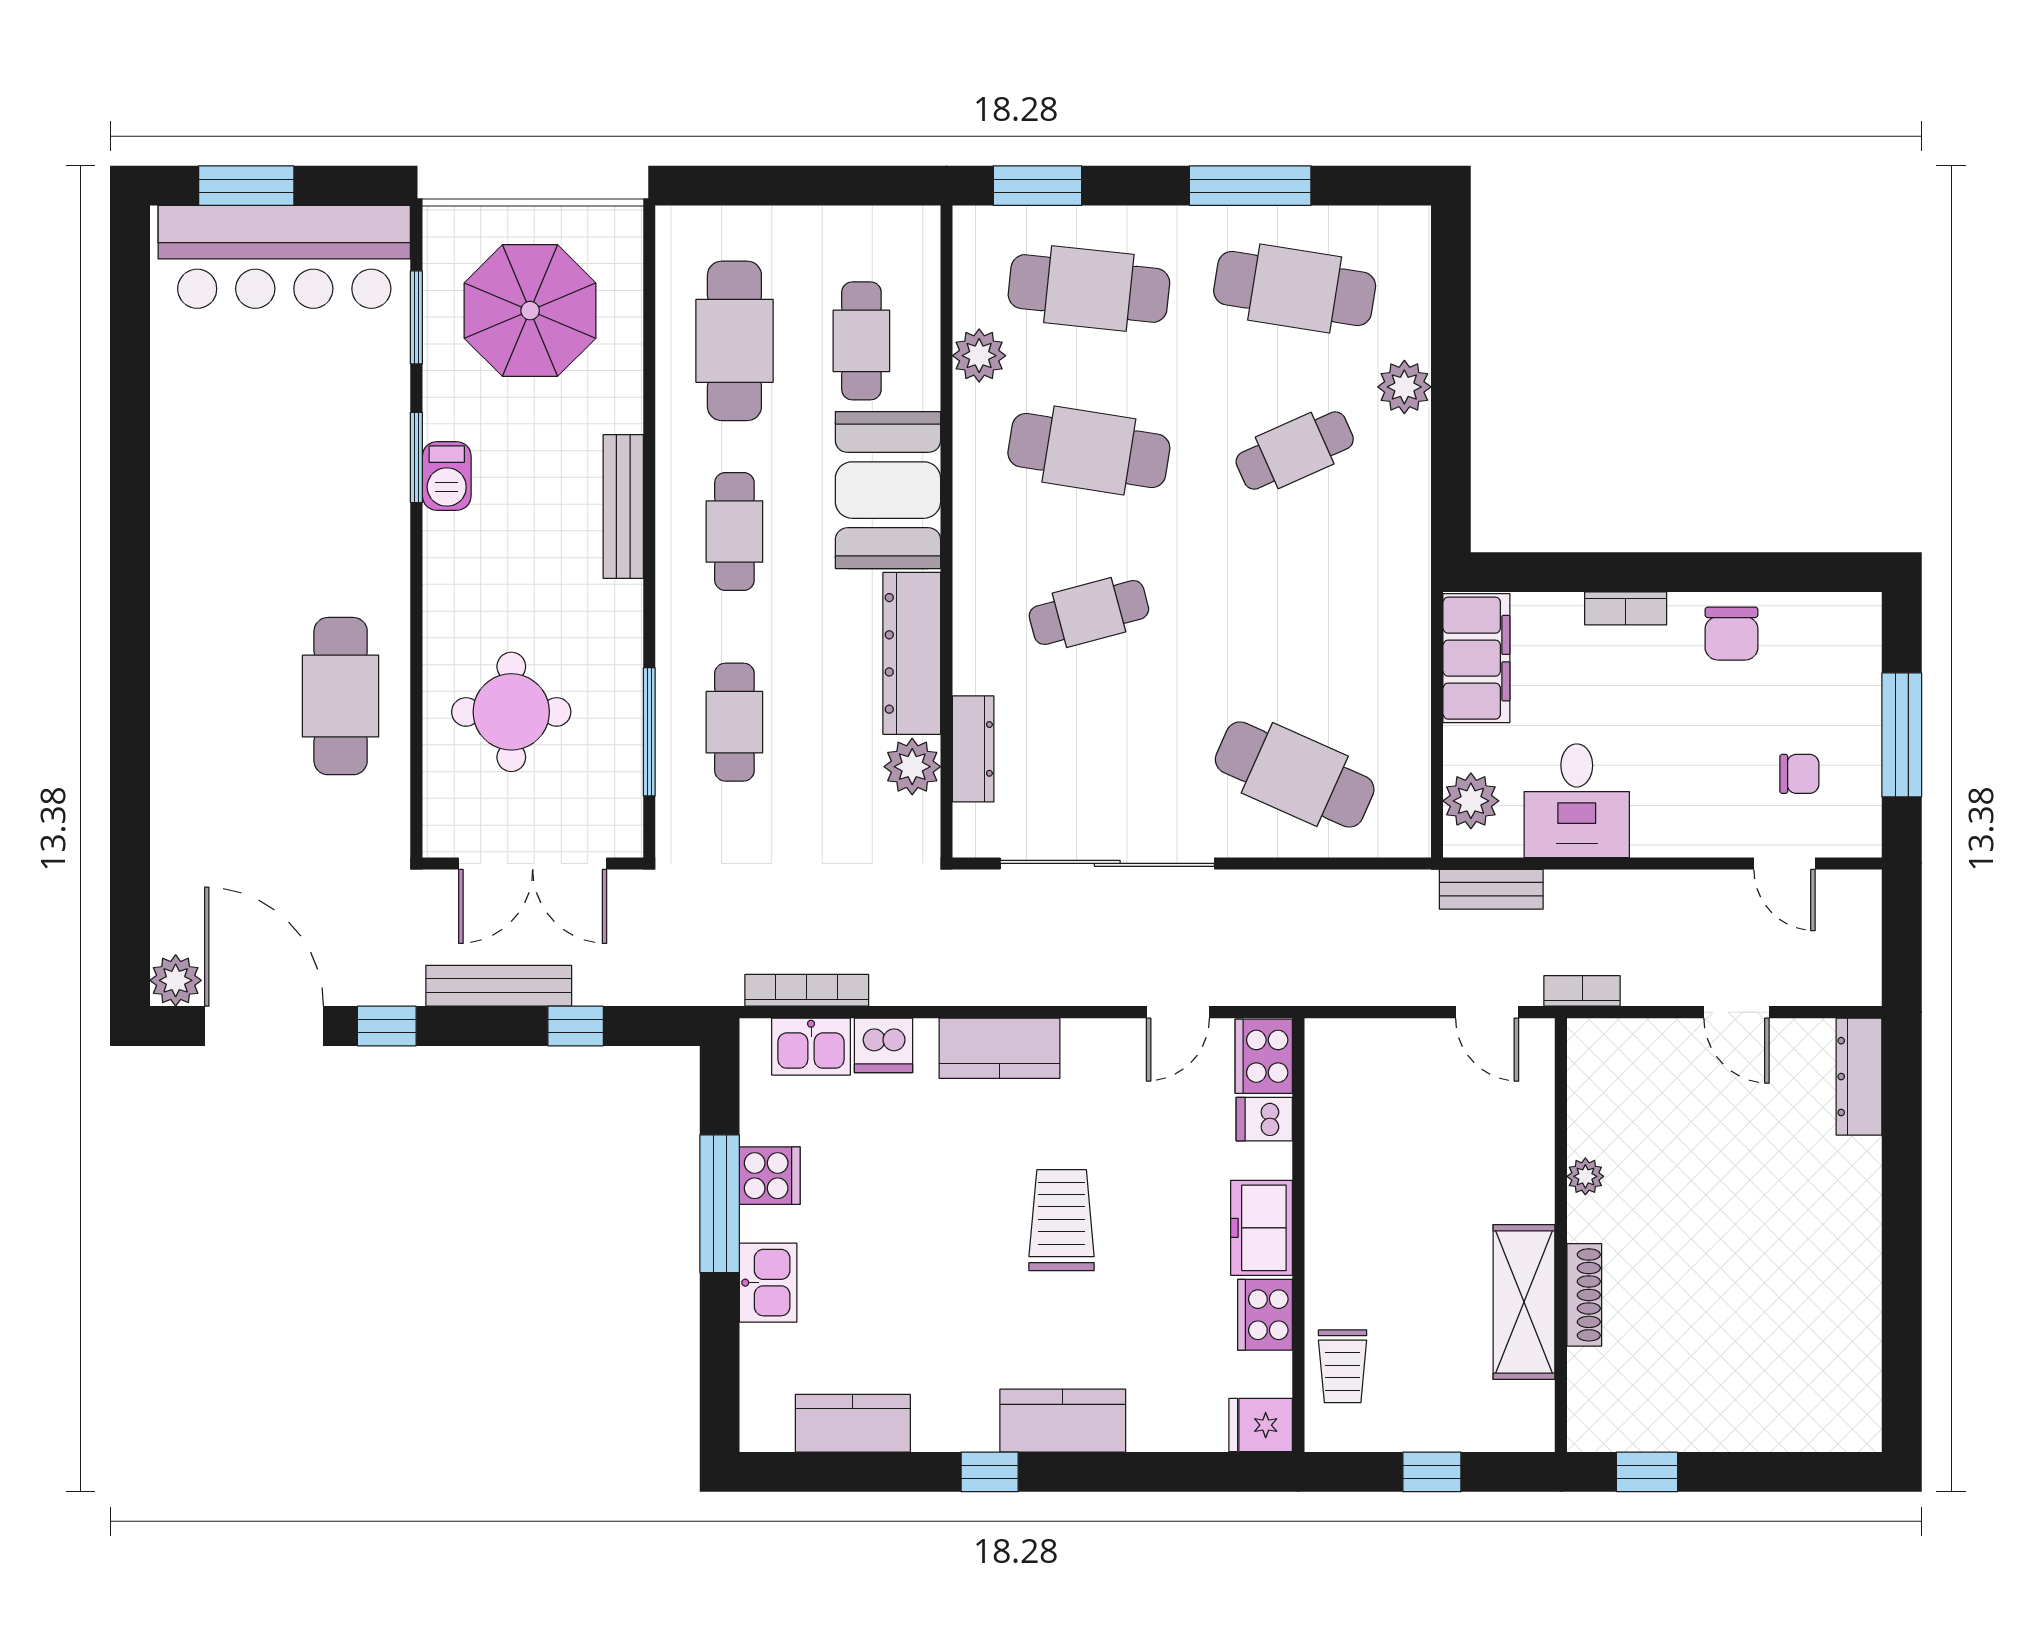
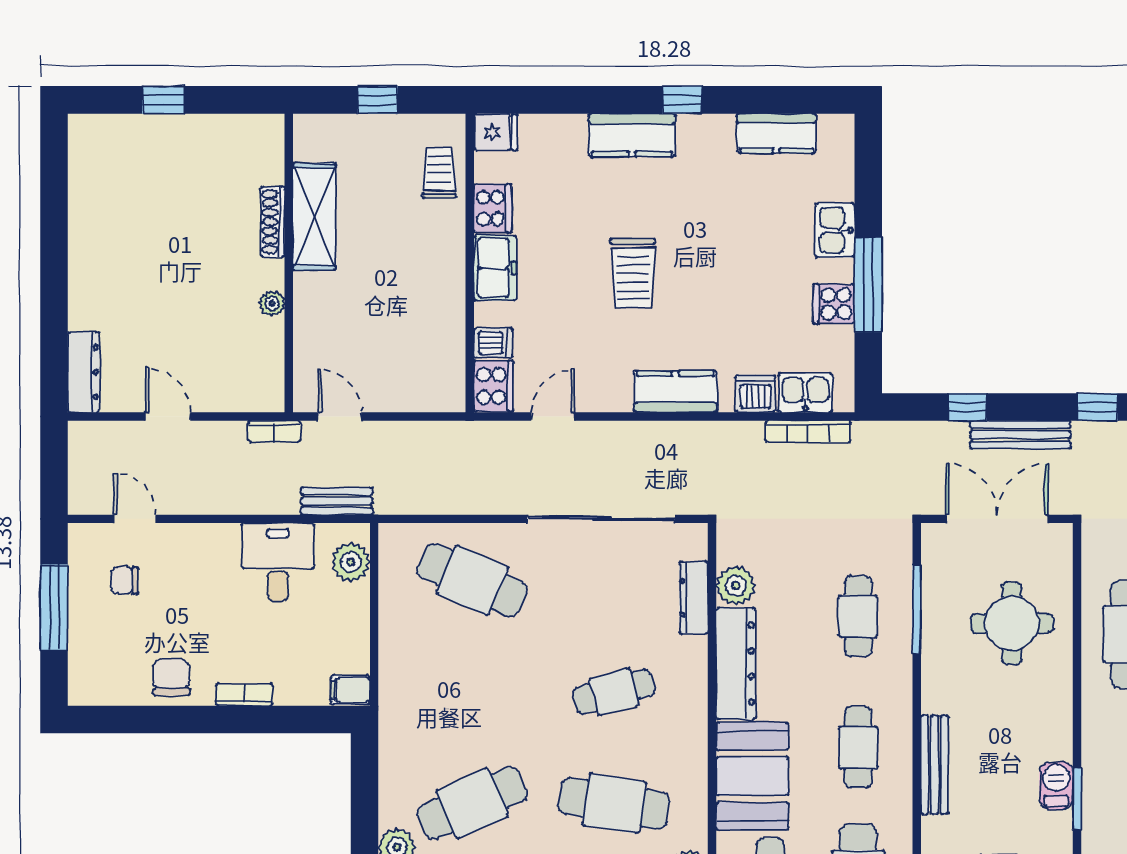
cafe table: (1295, 450) -> (472, 803), width x1.37, depth x1.35
filing cabinet: (1476, 658) -> (350, 690), width x0.33, depth x0.86
window: (1647, 1472) -> (163, 100), moved

